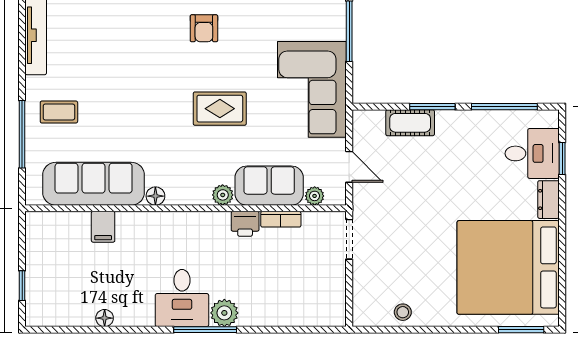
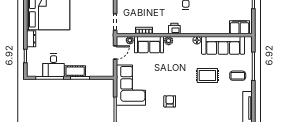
armchair: (204, 28) -> (170, 101), moved
rug: (220, 109) -> (207, 76), moved
cot: (410, 123) -> (75, 71), moved
desk: (532, 153) -> (54, 65), moved, turned -90
door: (349, 167) -> (115, 52), swing flipped
printer: (245, 224) -> (174, 28), moved
filing cabinet: (103, 227) -> (240, 27), moved, width x2.00

